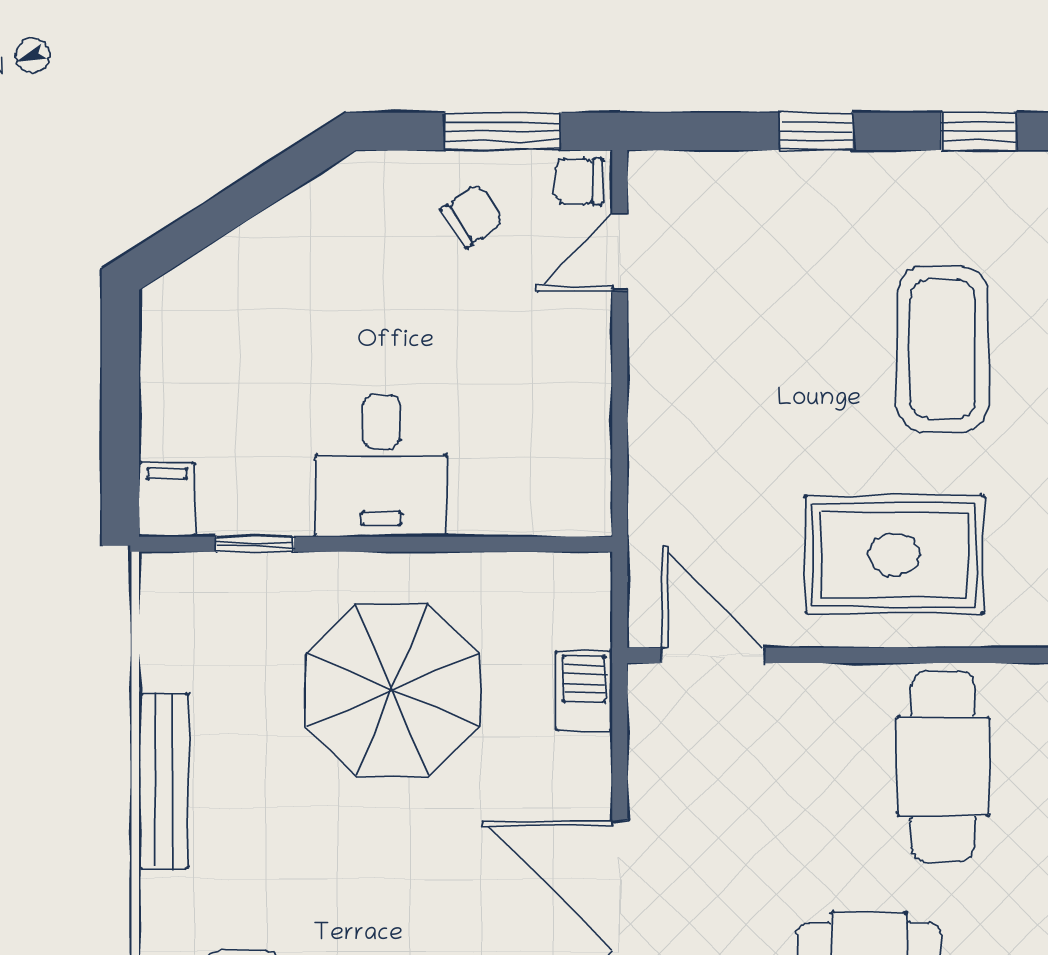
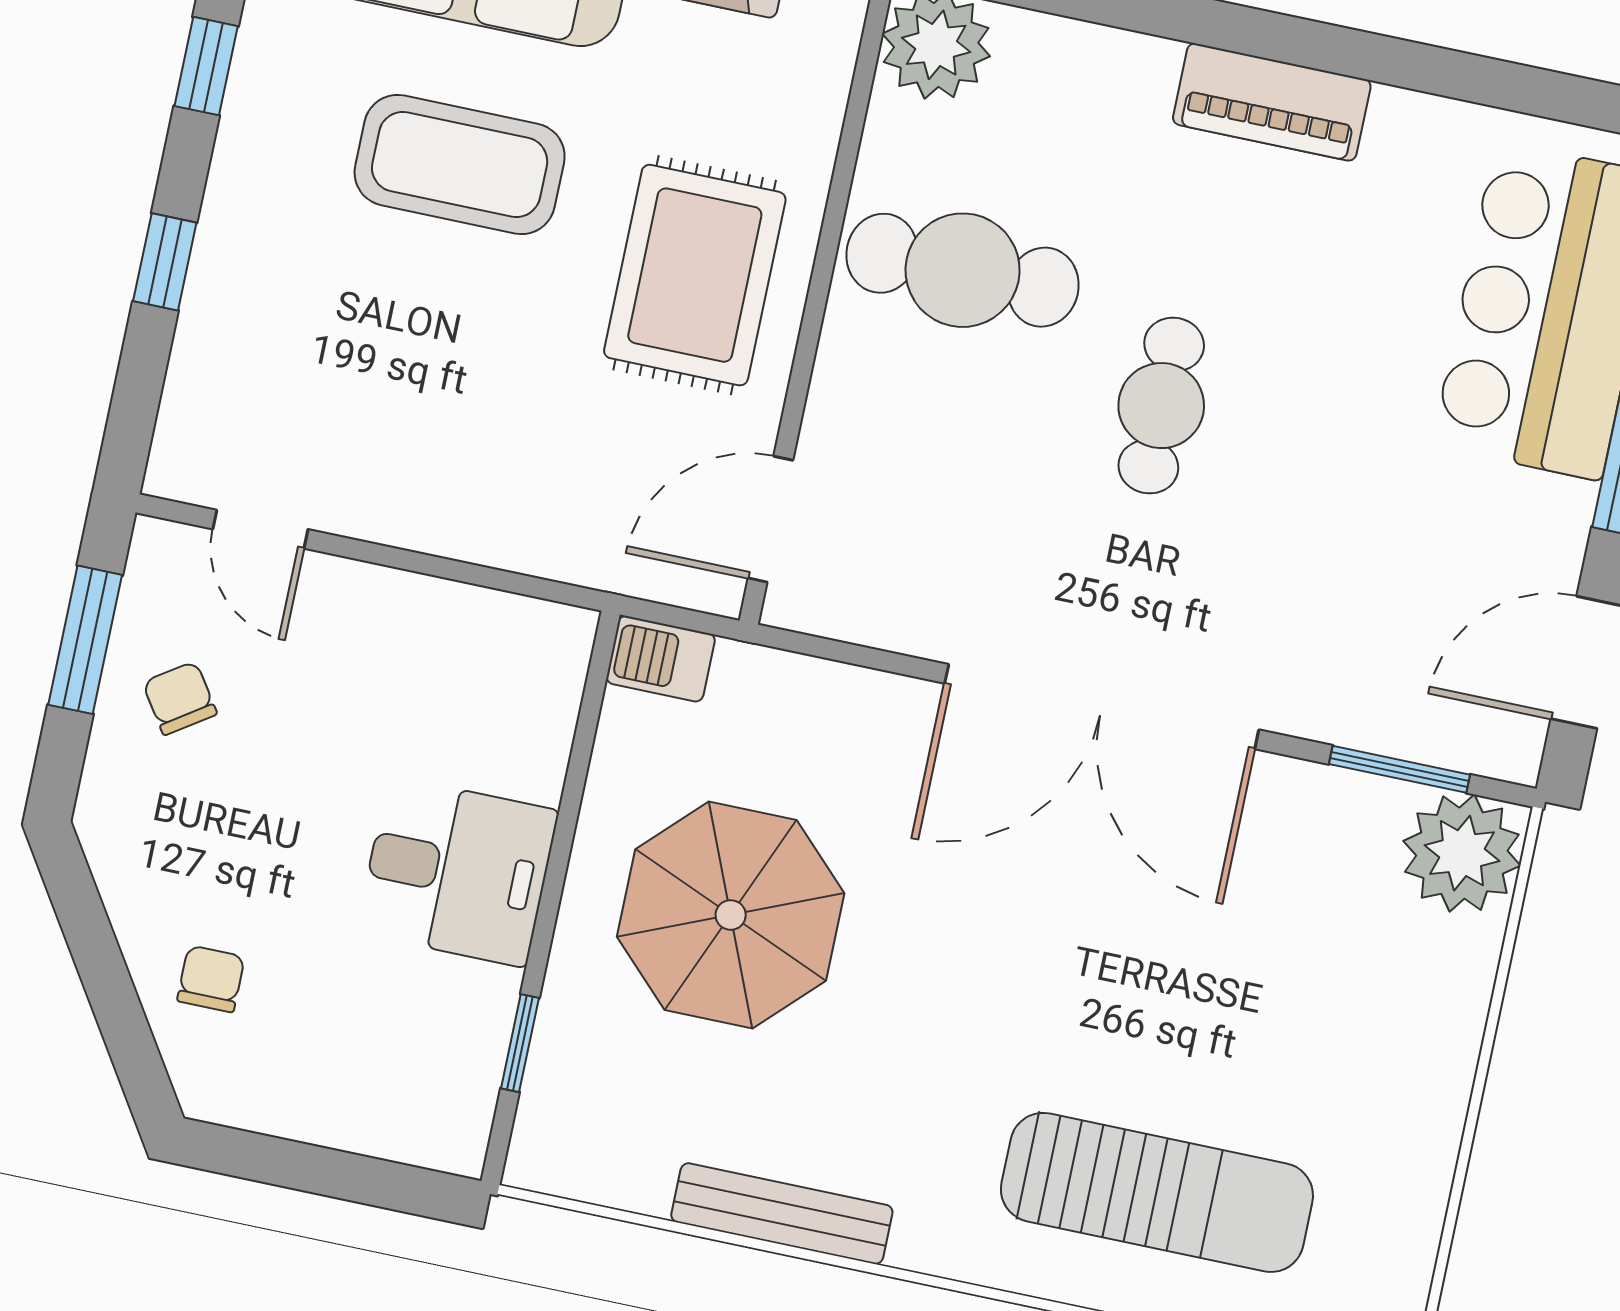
chair: (579, 182) -> (211, 979), moved, turned 180
filing cabinet: (167, 500) -> (444, 1138), removed
barbecue: (584, 691) -> (661, 659), moved

